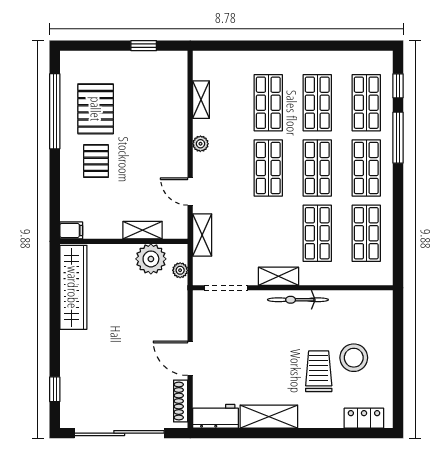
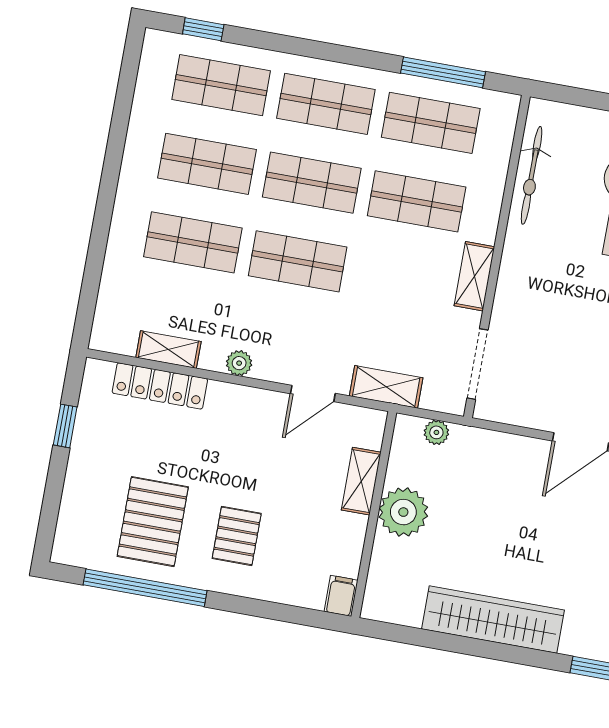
locker: (178, 98) -> (160, 386), added
pallet: (96, 109) -> (153, 522), turned 90
window: (398, 138) -> (443, 72), moved
pallet: (96, 161) -> (237, 536), turned 90
plant: (151, 259) -> (403, 512), moved
wardrobe: (73, 287) -> (493, 620), moved
bicycle: (298, 300) -> (532, 175), moved

